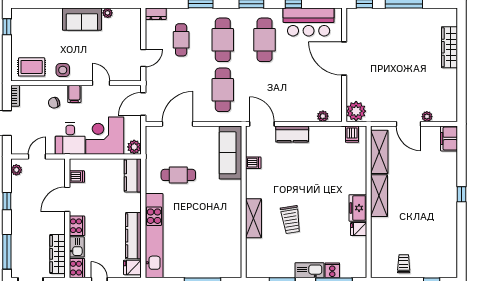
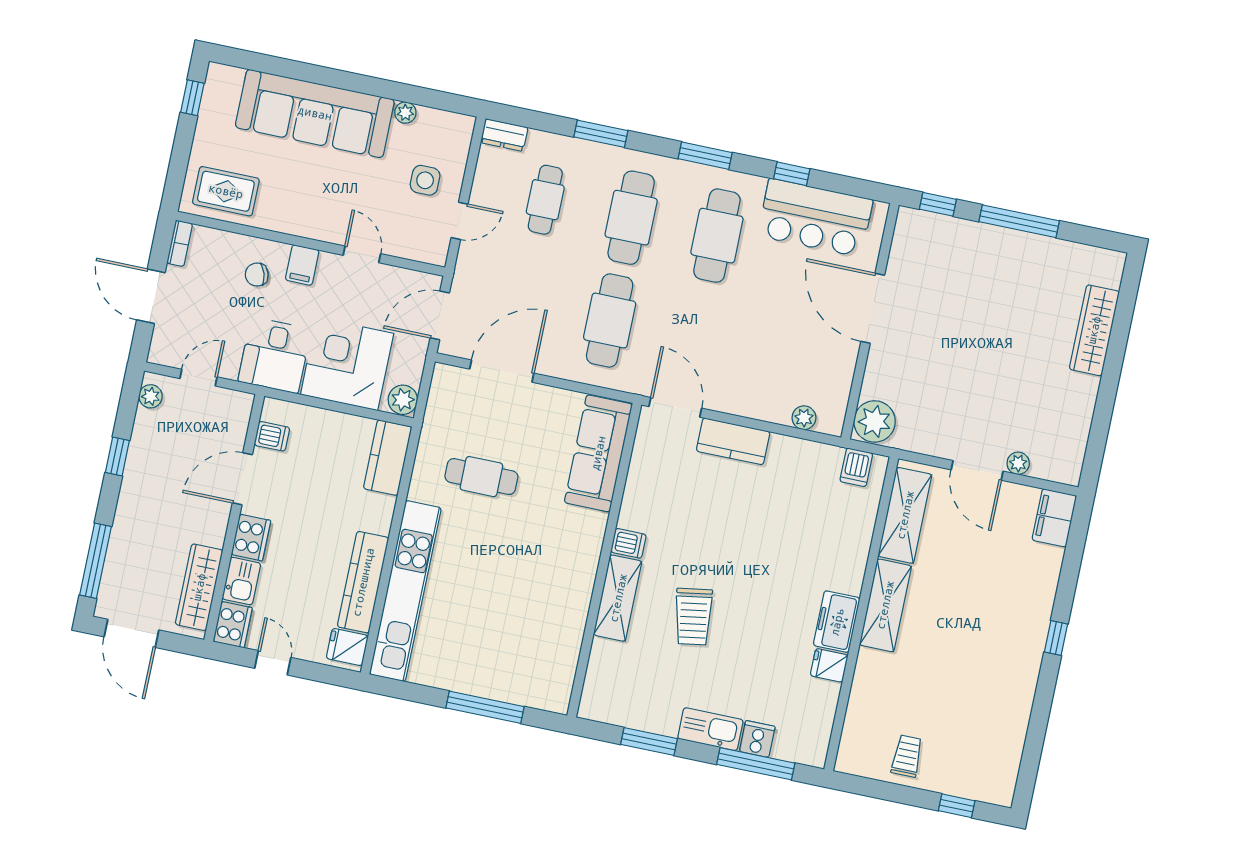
sofa: (82, 19) -> (315, 113), width x1.85, depth x1.27
side table: (63, 70) -> (425, 180), moved
dishwasher: (253, 163) -> (628, 543), moved

